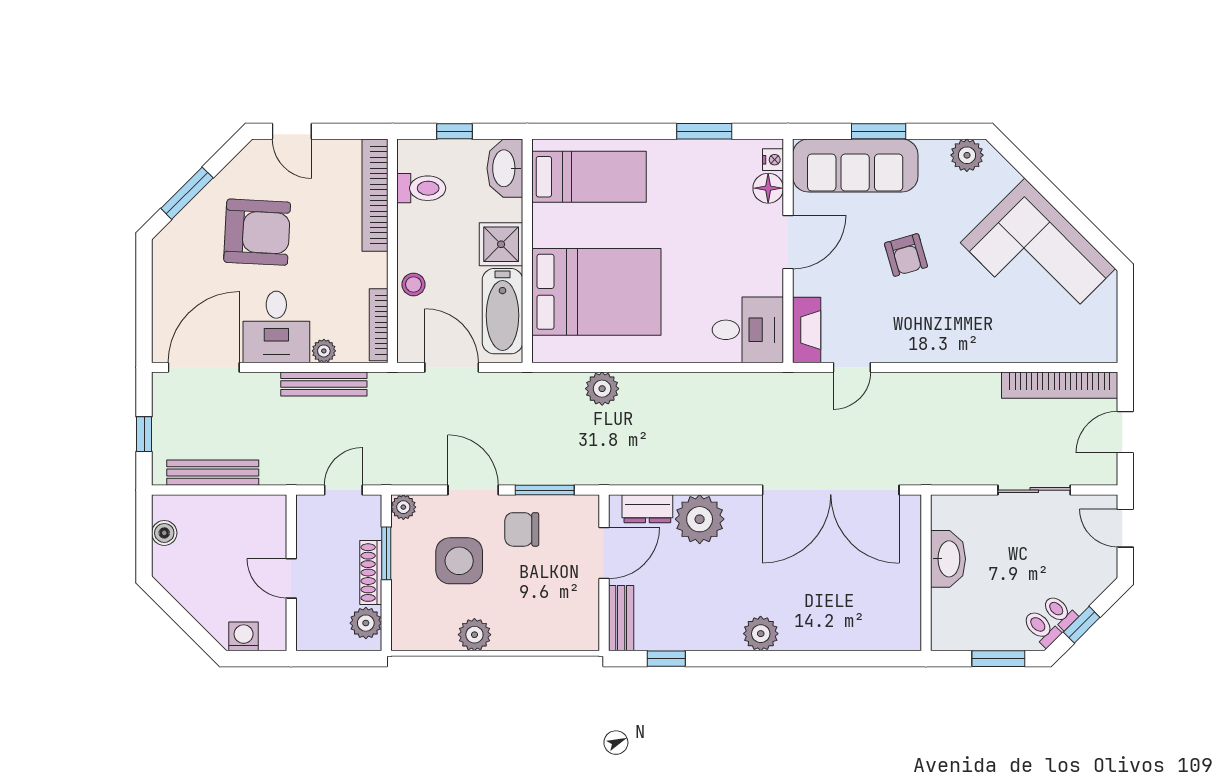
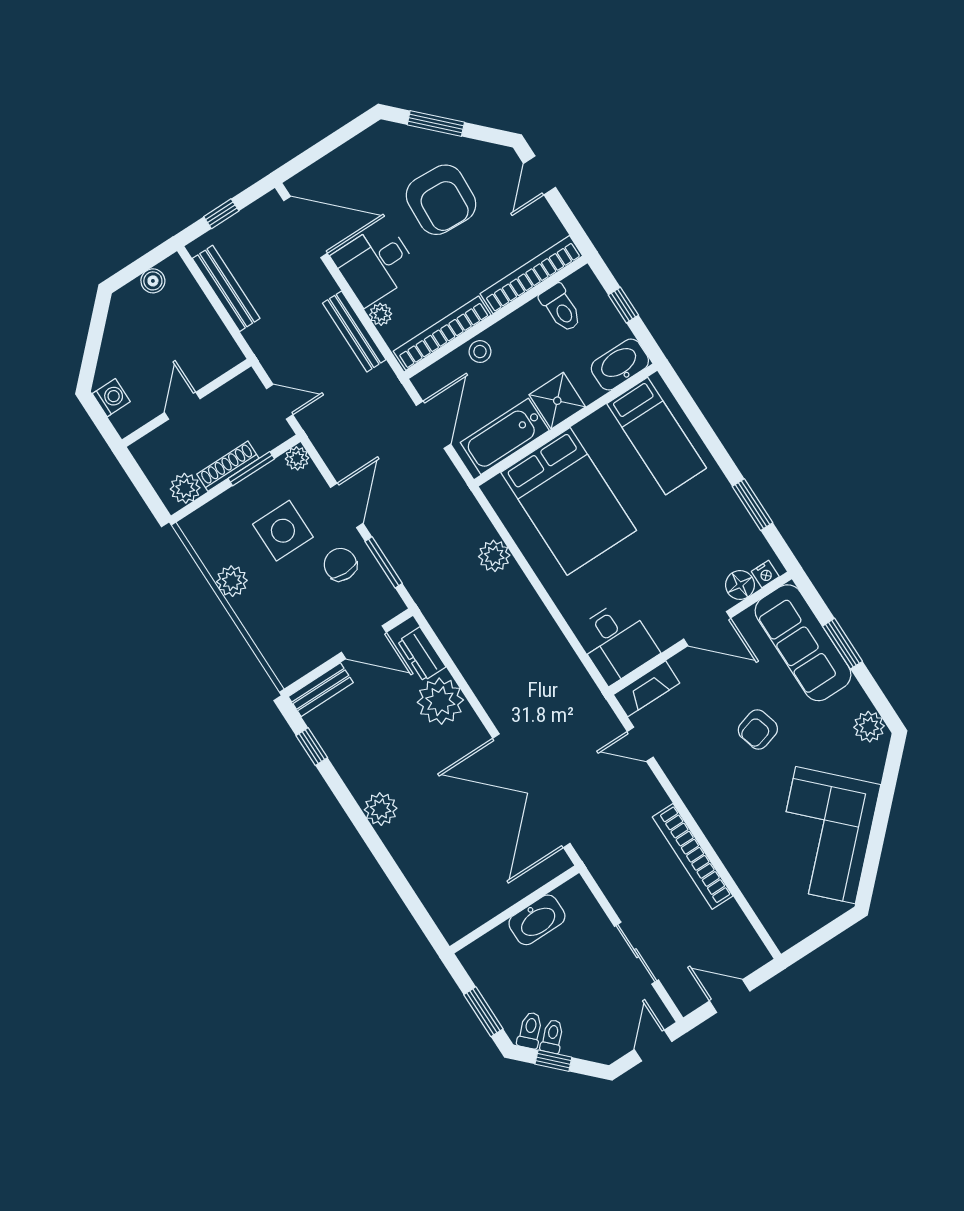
bookcase: (379, 325) -> (442, 333), width x1.48, depth x1.31
bookcase: (1060, 385) -> (693, 856), moved

